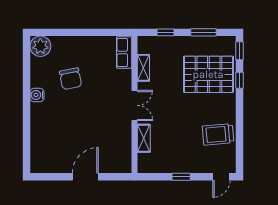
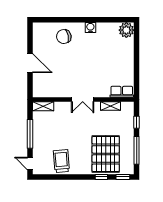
window: (204, 32) -> (137, 150), width x1.44
chair: (71, 79) -> (64, 37), moved
shelving: (144, 138) -> (43, 106), moved
window: (181, 177) -> (30, 134), width x2.17

